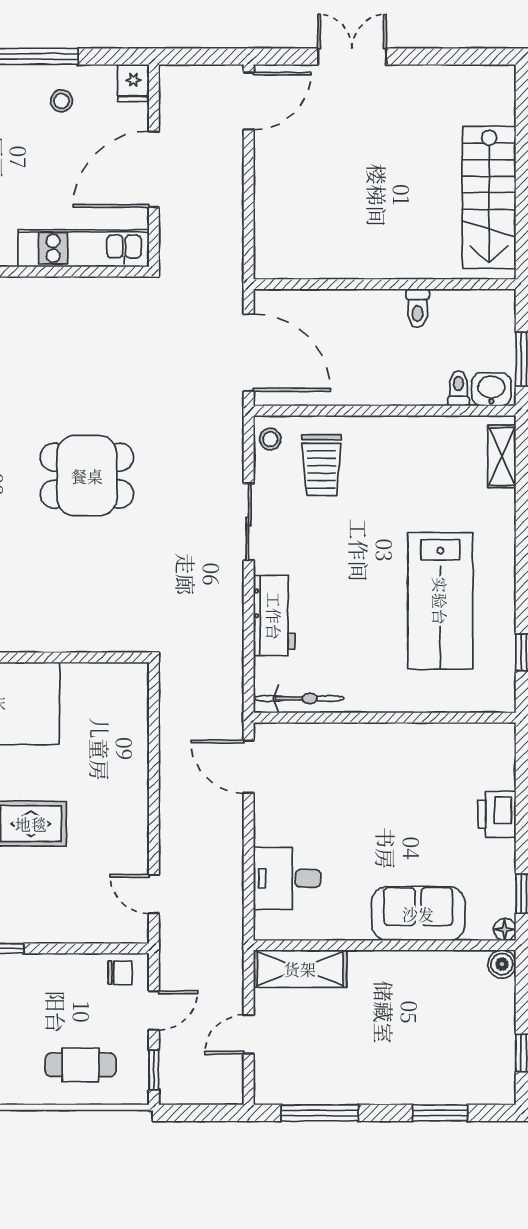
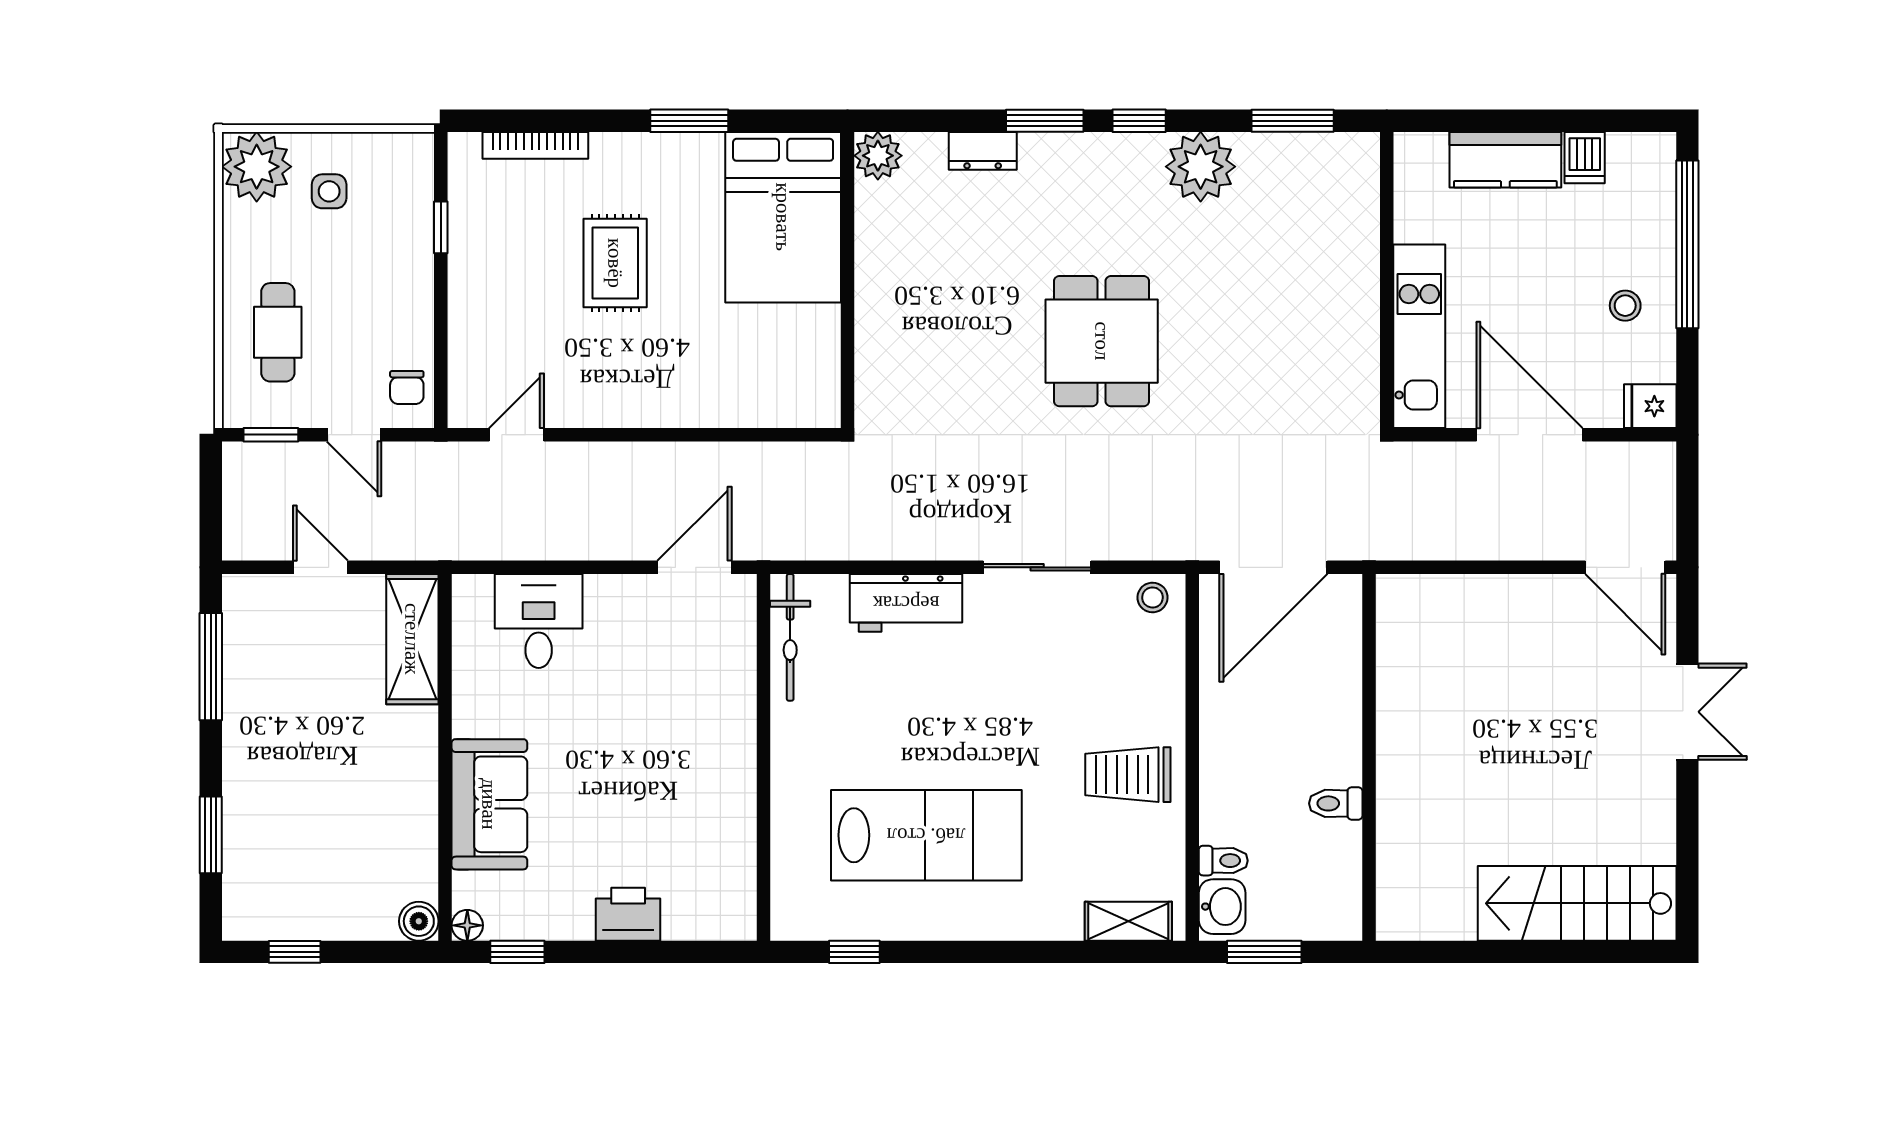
stairs: (489, 198) -> (1577, 903), moved
trolley: (321, 465) -> (1128, 775), moved
lab bench: (440, 601) -> (926, 835), turned 180

